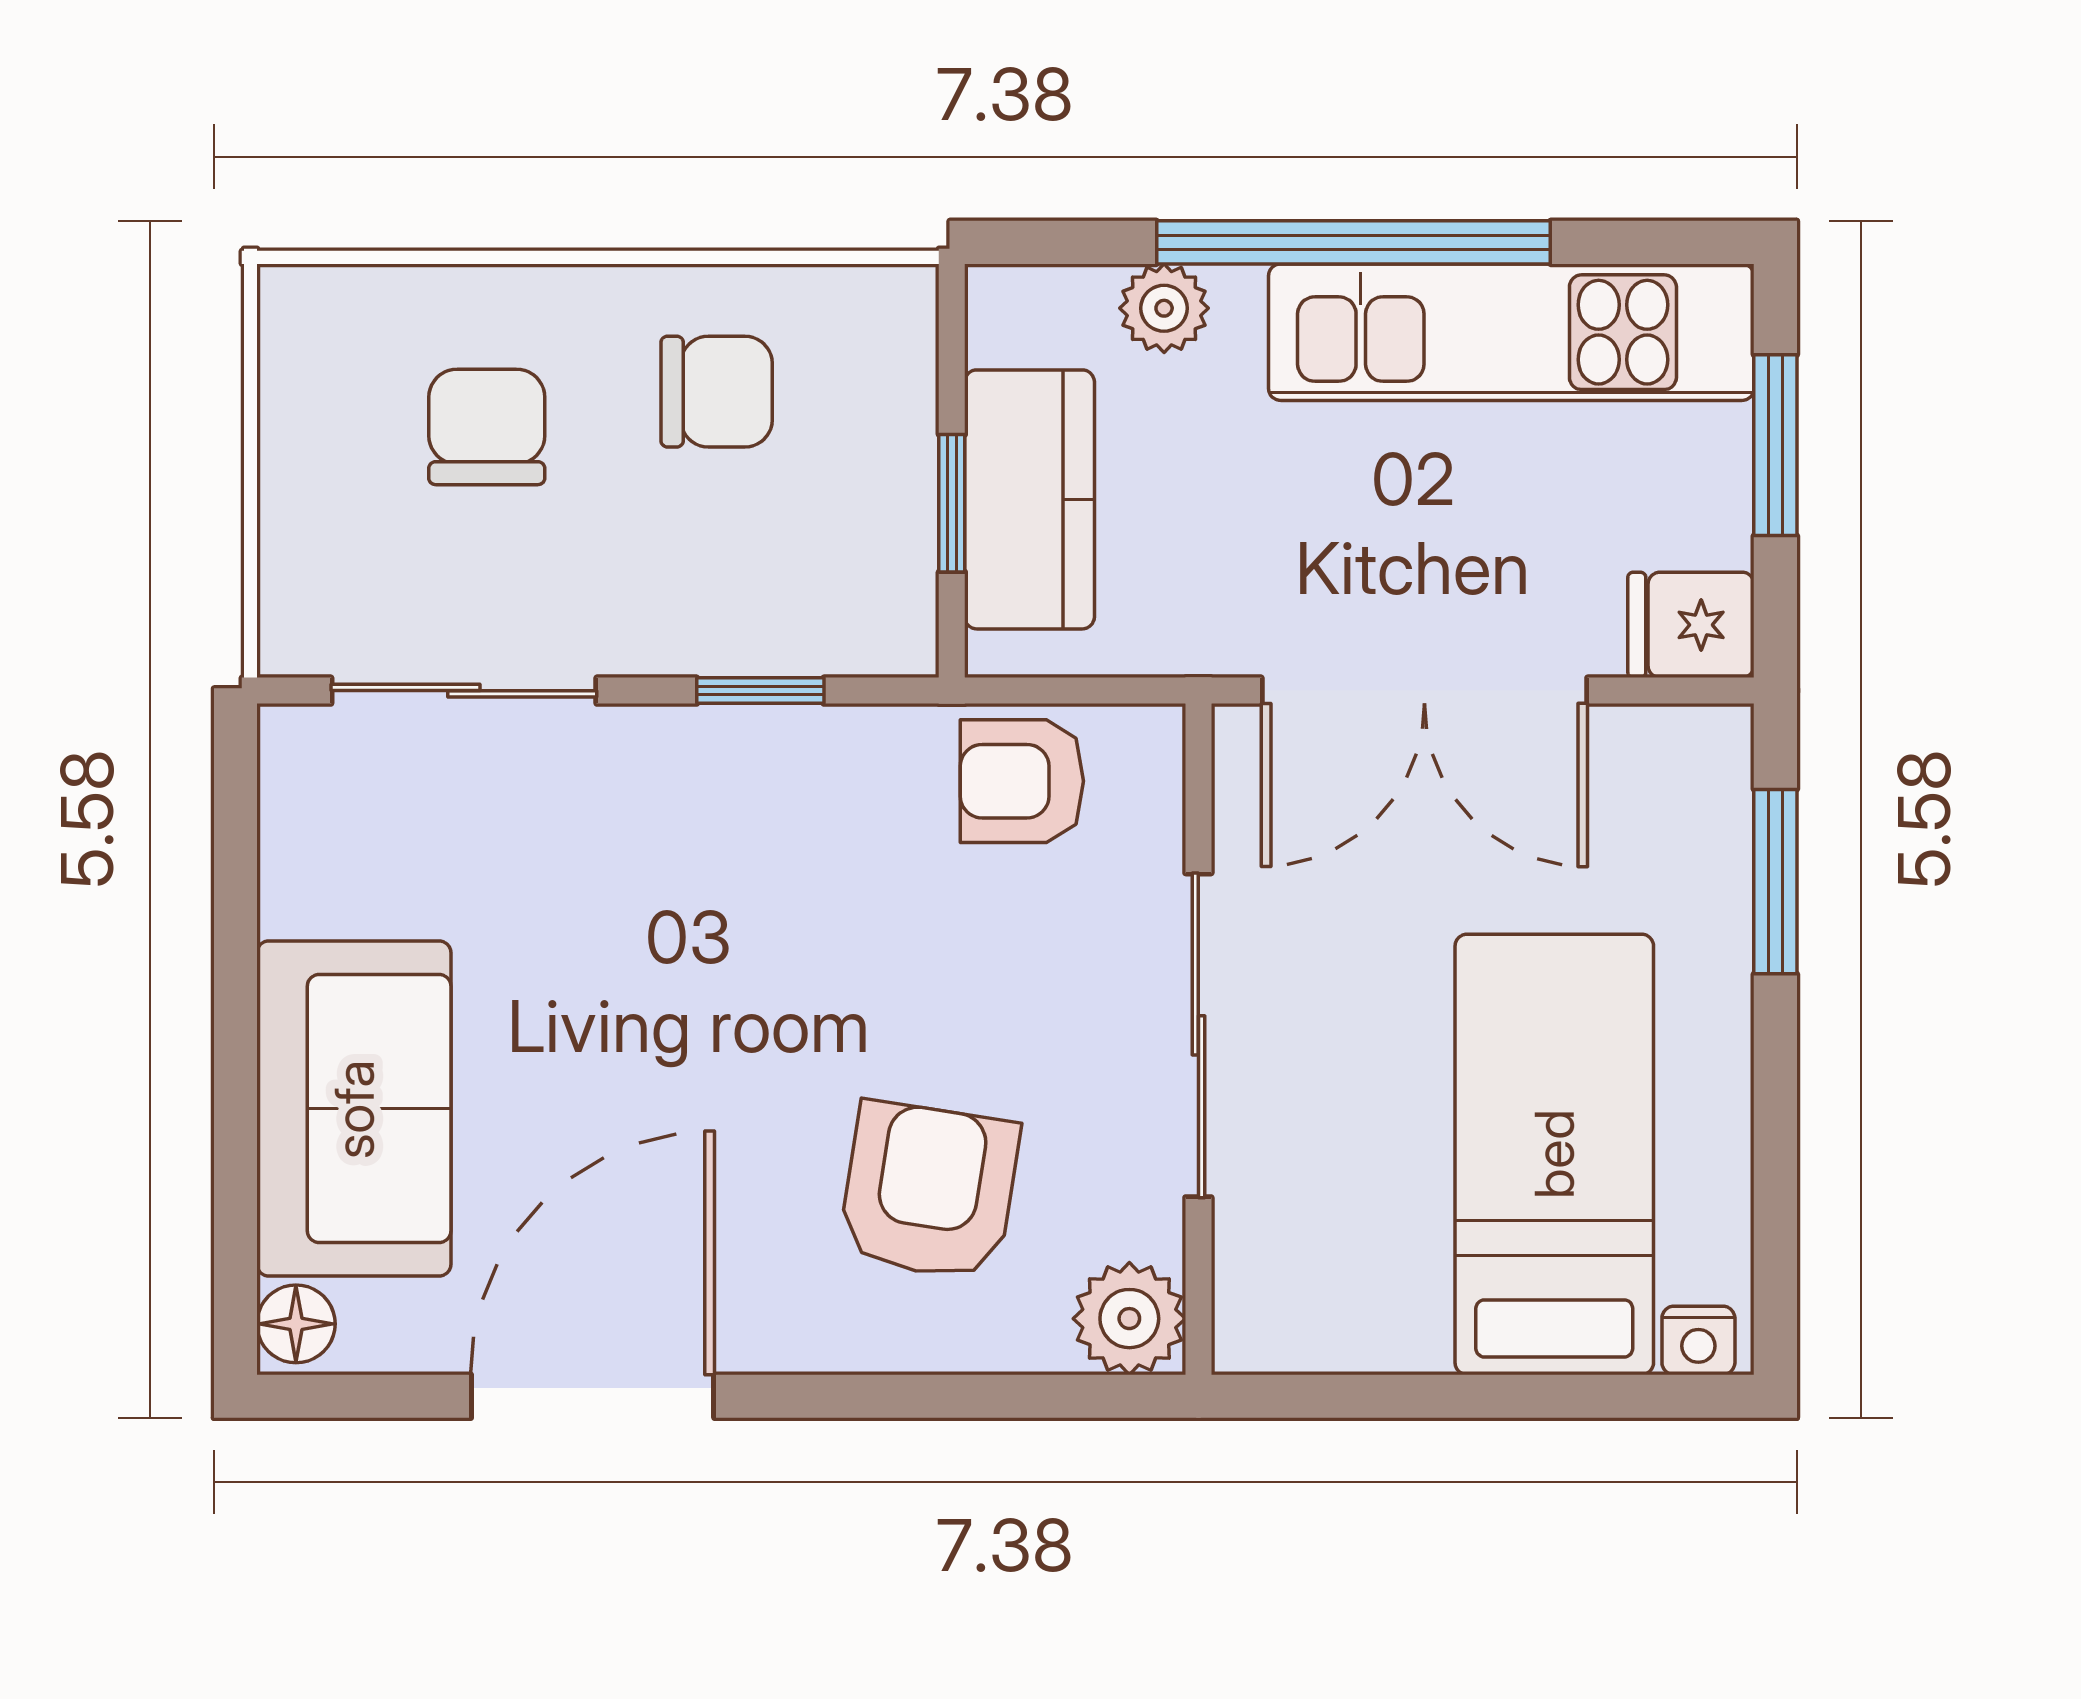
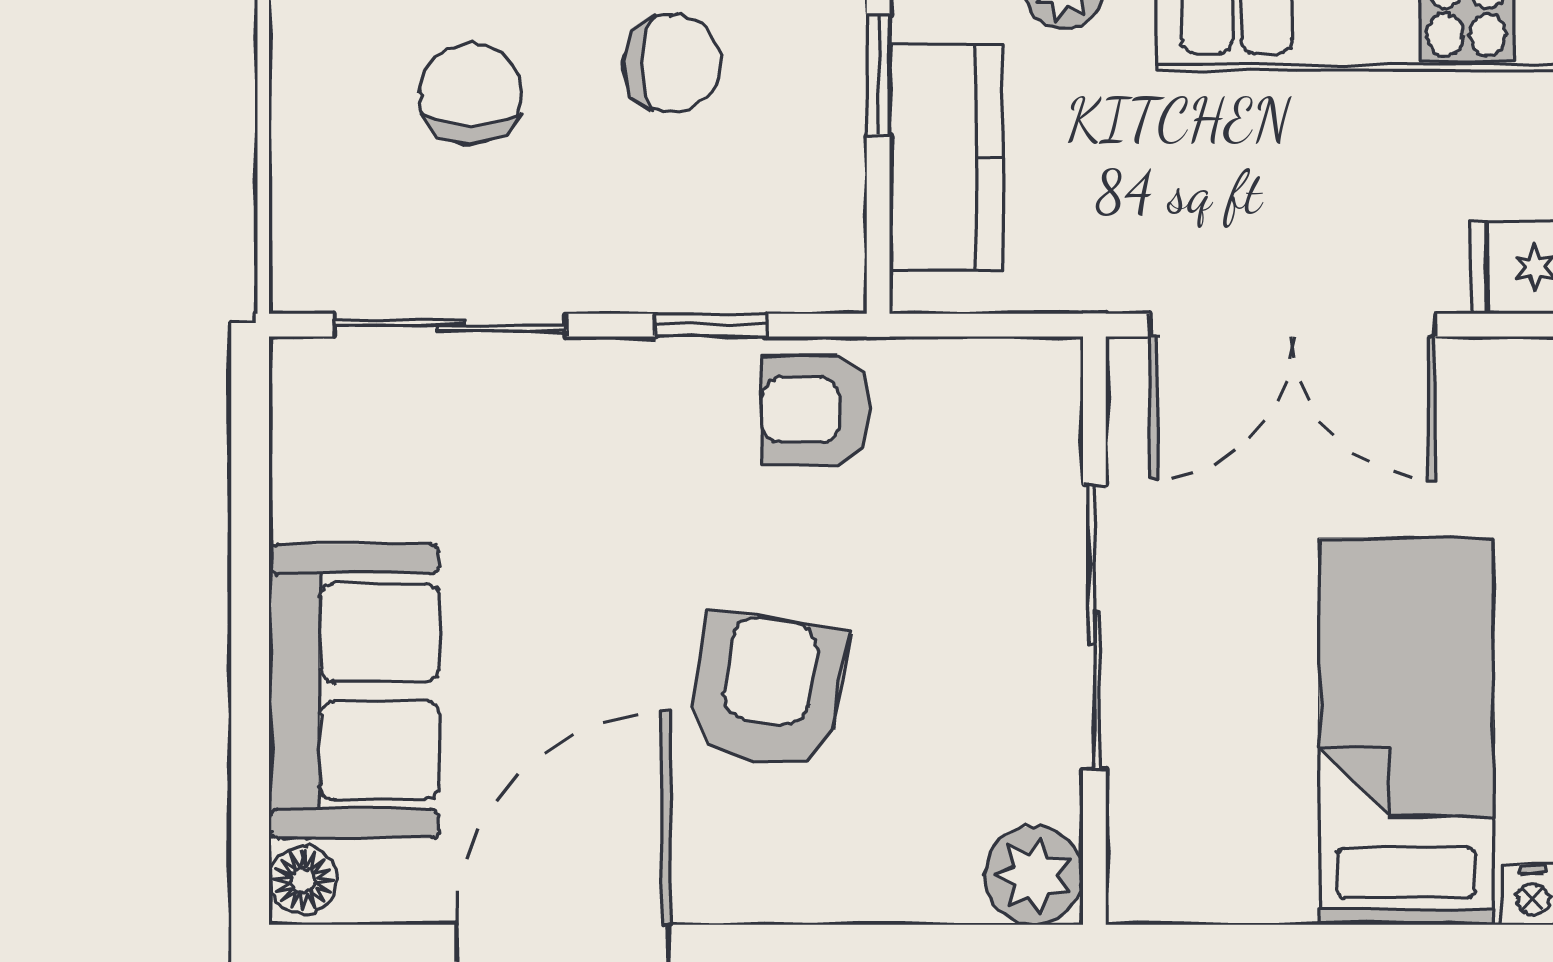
window: (952, 503) -> (878, 75), moved
armchair: (1022, 781) -> (816, 410), moved
armchair: (929, 1191) -> (767, 691), moved

